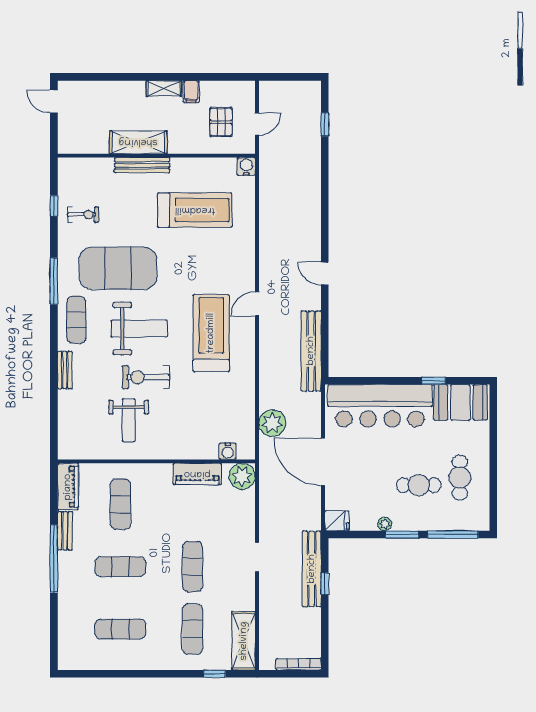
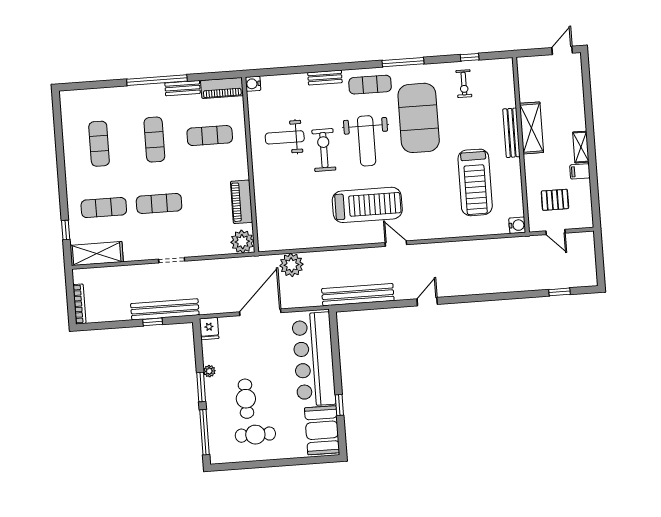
water cooler: (228, 451) -> (253, 84), moved

